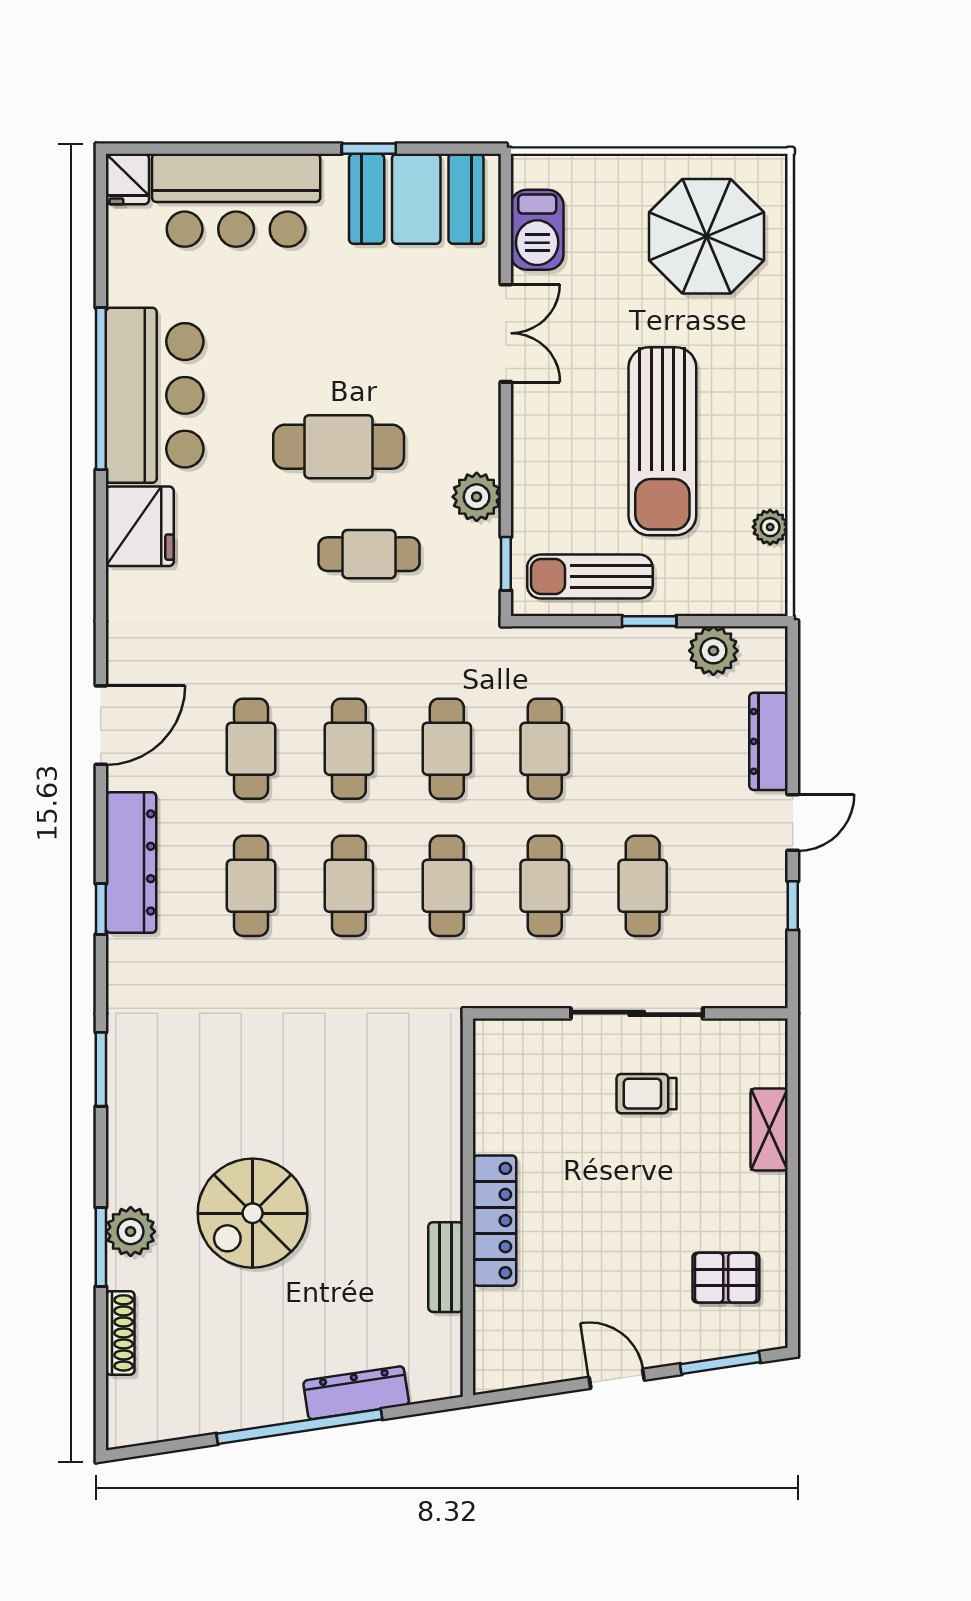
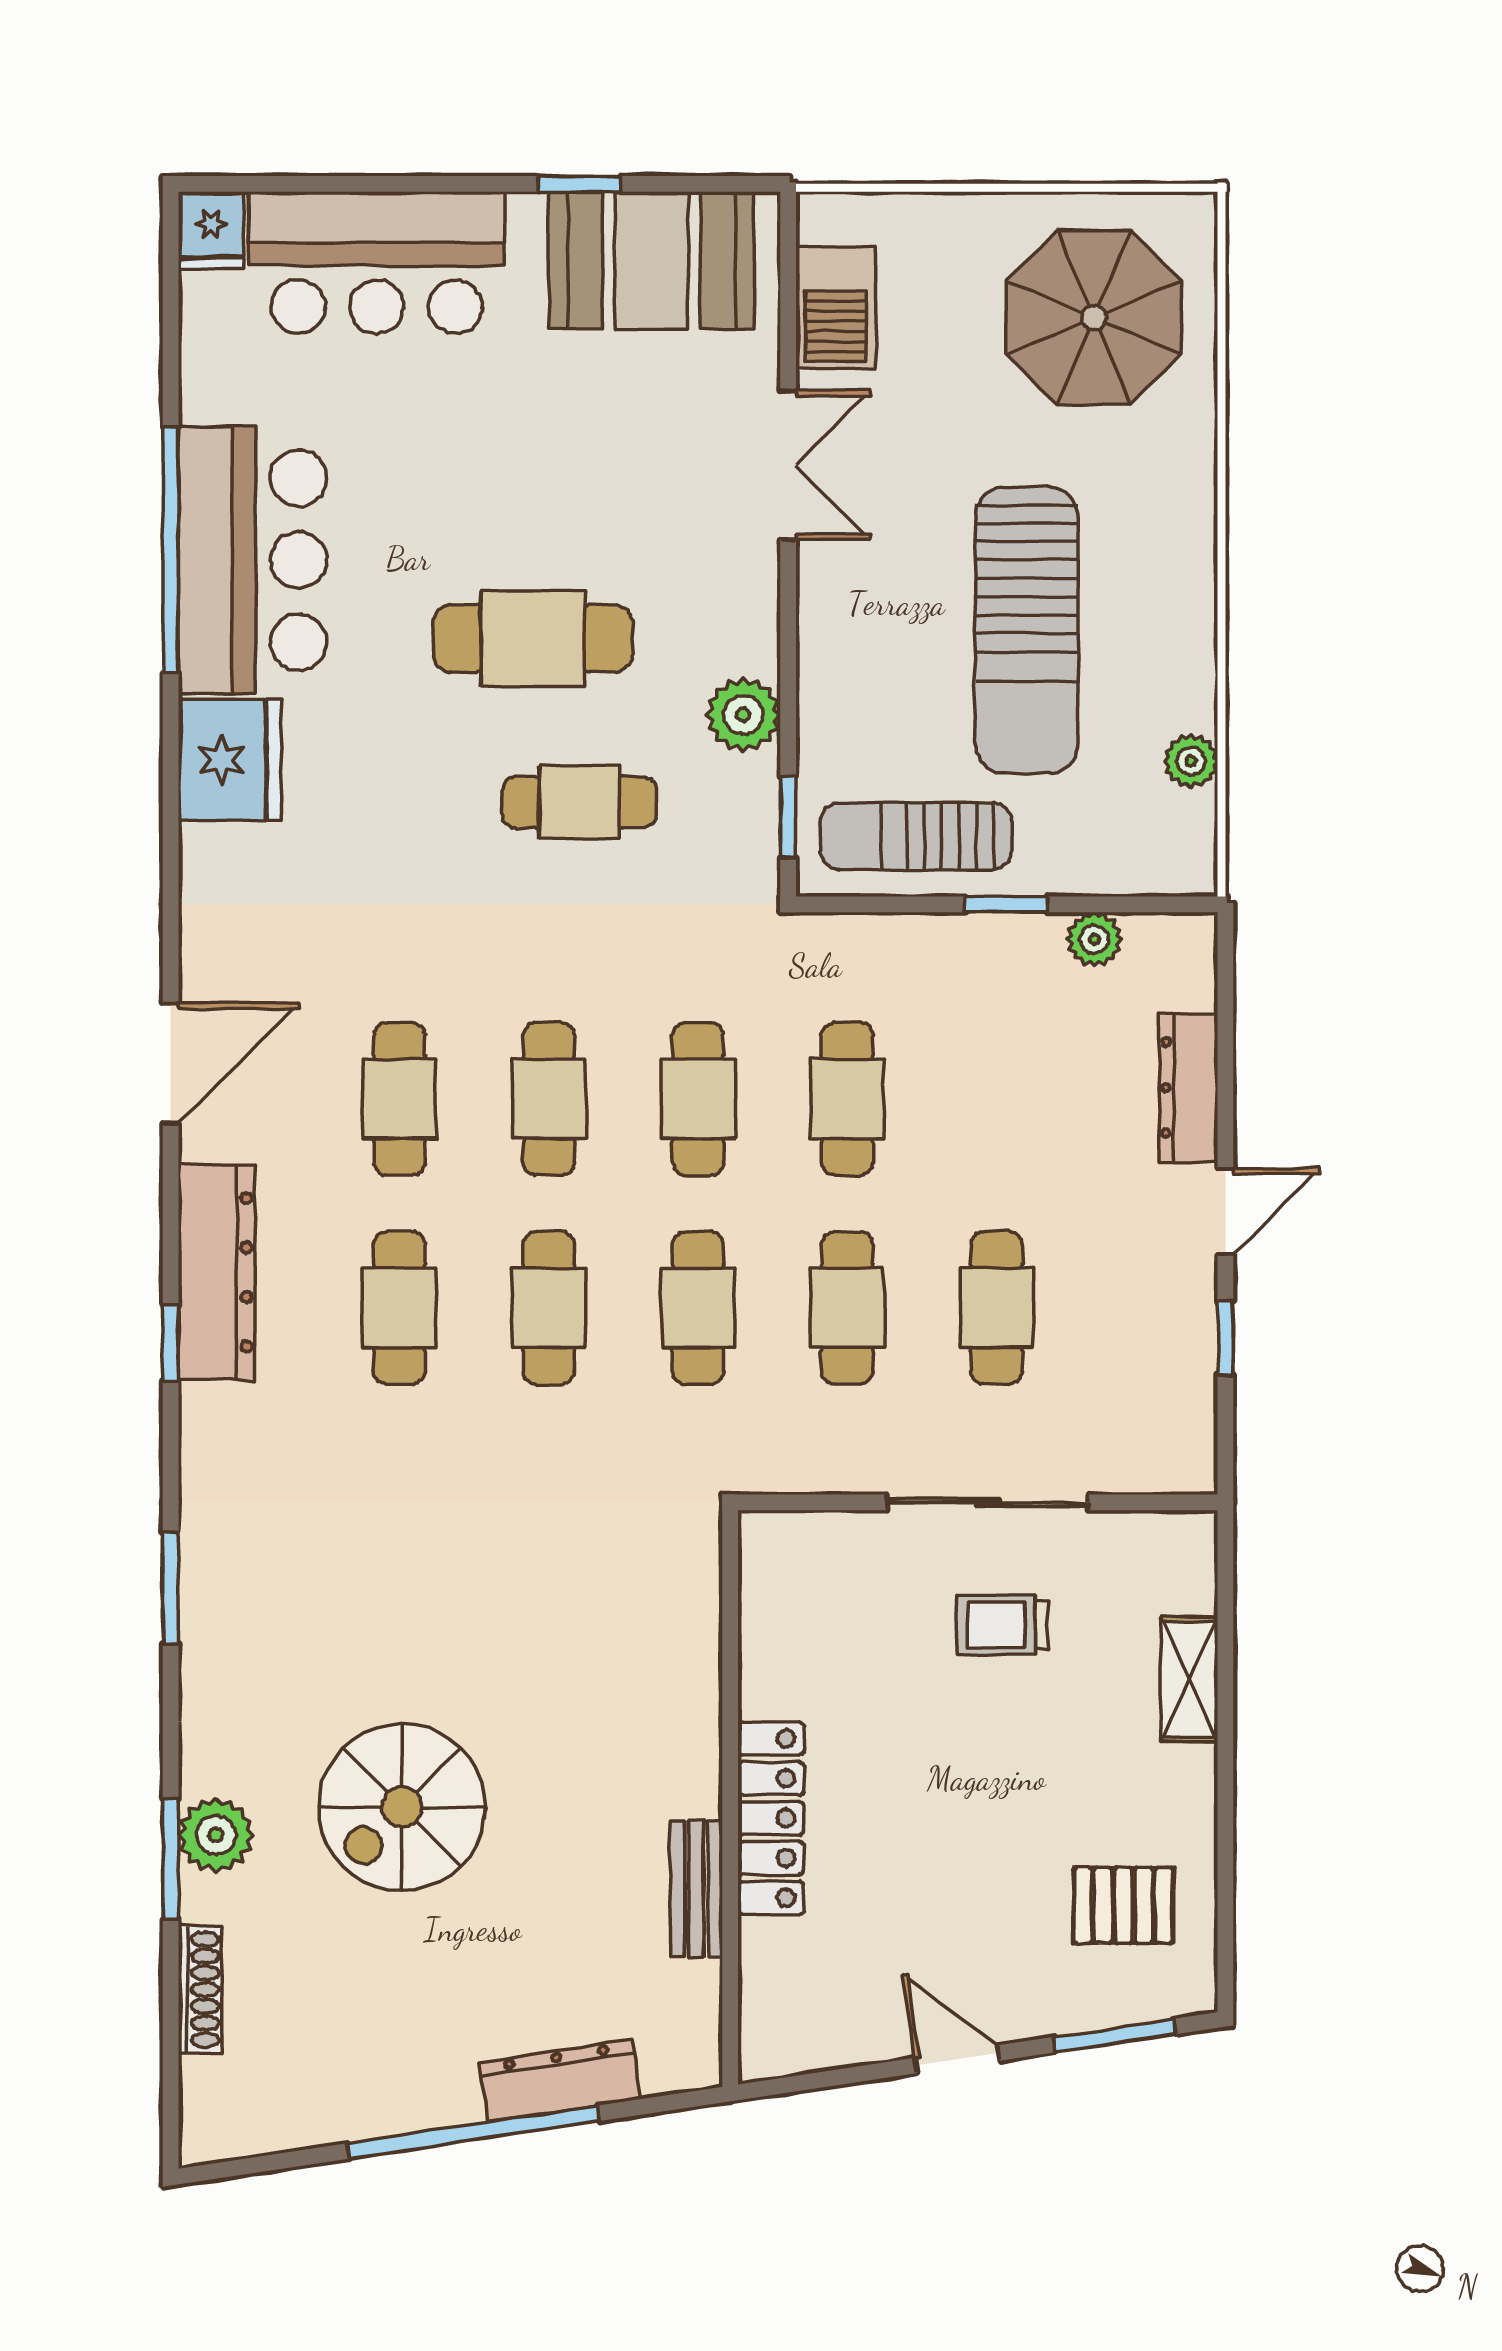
plant: (713, 651) -> (1094, 939), width x0.73, depth x0.73

